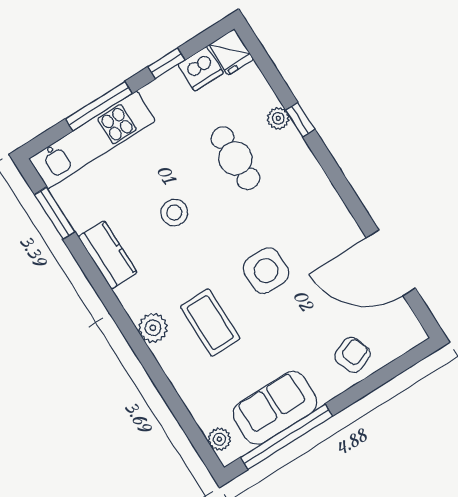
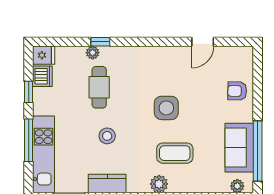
cafe table: (235, 158) -> (99, 87), turned 90
door: (391, 263) -> (203, 42), width x0.53
armchair: (352, 355) -> (237, 91), turned -68

